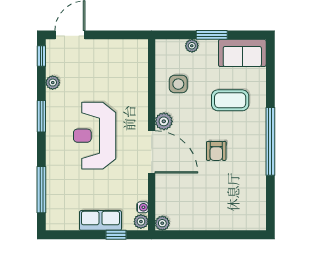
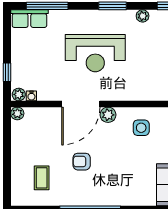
coffee table: (230, 100) -> (42, 178), moved, width x0.73, depth x0.77
reception desk: (95, 136) -> (95, 53), turned 180
row of seats: (100, 220) -> (29, 19), moved, turned 90

